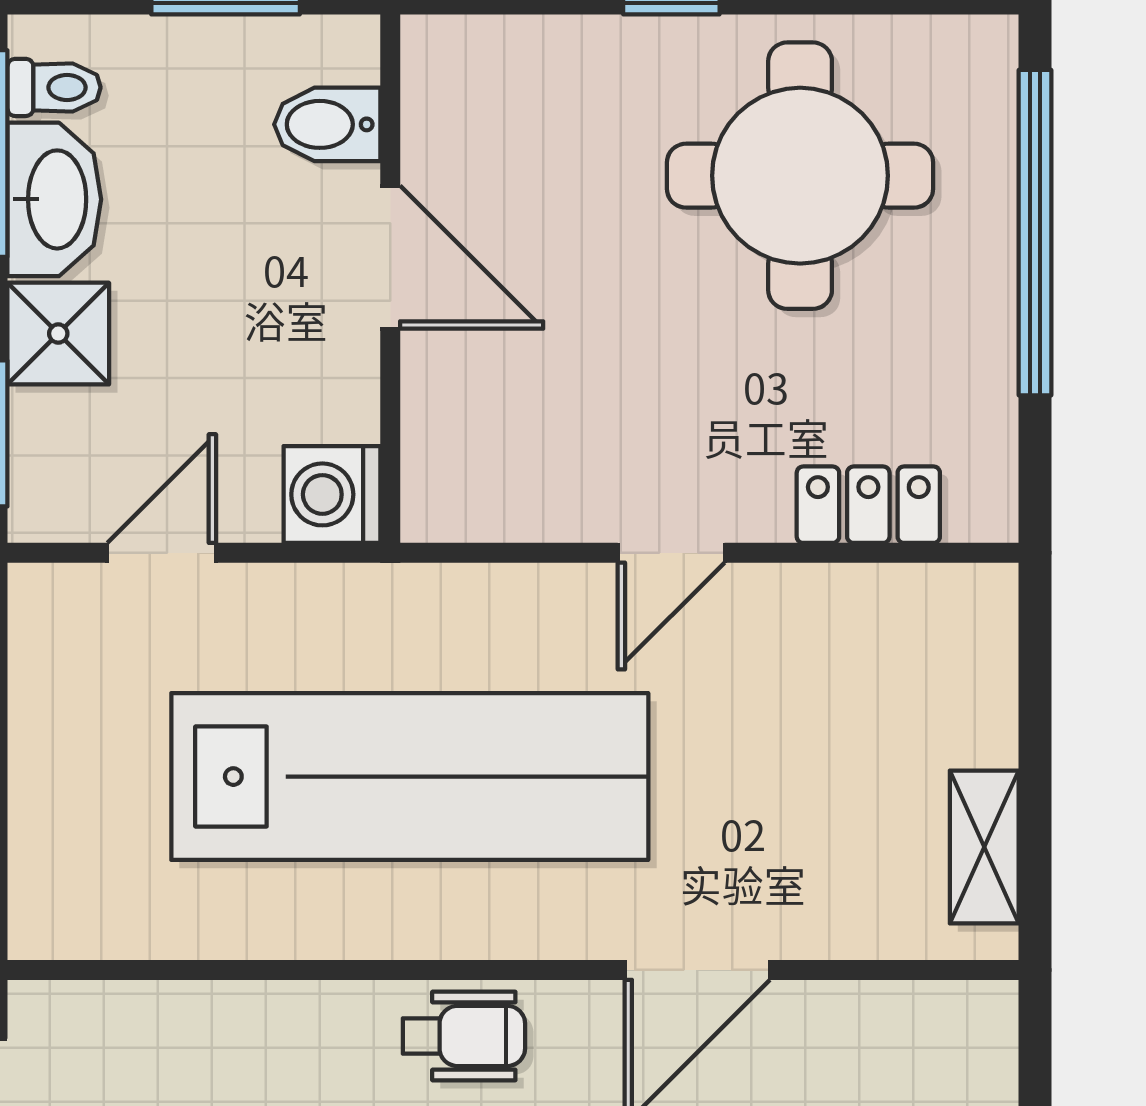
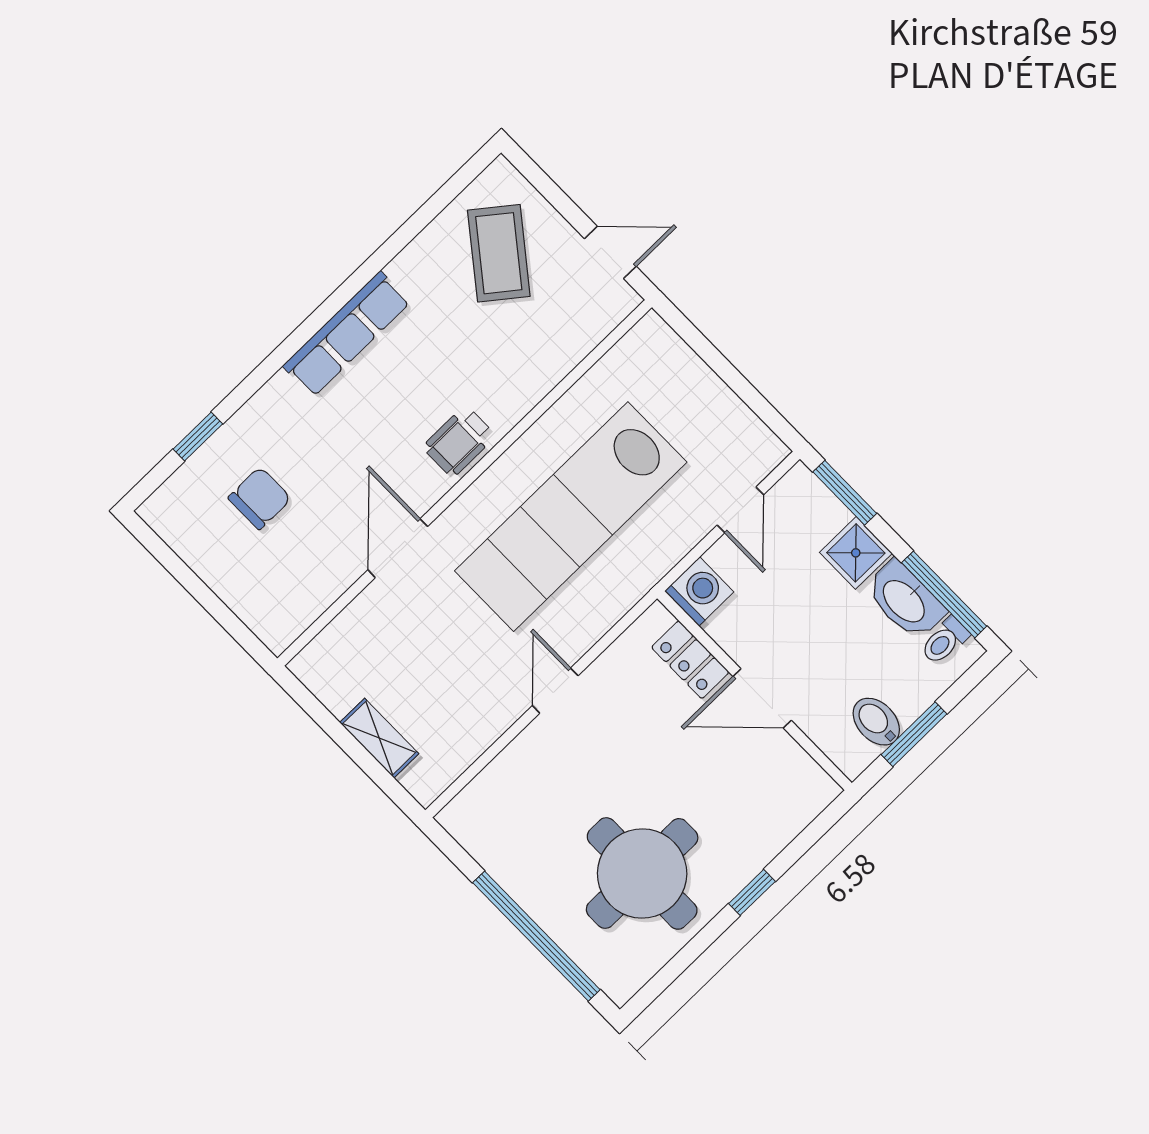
bidet: (327, 124) -> (876, 722), moved, turned -90
locker: (868, 505) -> (690, 660), moved, turned 90
shelving: (984, 847) -> (379, 738), moved

